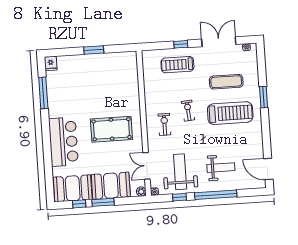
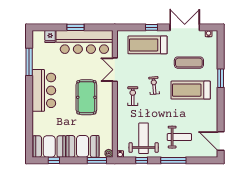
fridge: (51, 63) -> (50, 37), moved
treadmill: (177, 65) -> (147, 45), width x1.37, depth x1.38
bar counter: (105, 66) -> (84, 42), added
treadmill: (230, 113) -> (191, 90), turned 180
pool table: (111, 129) -> (86, 97), turned 90
bar counter: (63, 142) -> (44, 90), moved
double door: (147, 166) -> (115, 70), moved
window: (216, 195) -> (173, 160), width x0.68
window: (103, 202) -> (97, 160), moved

